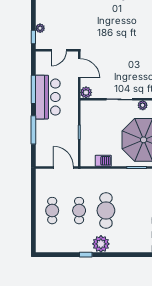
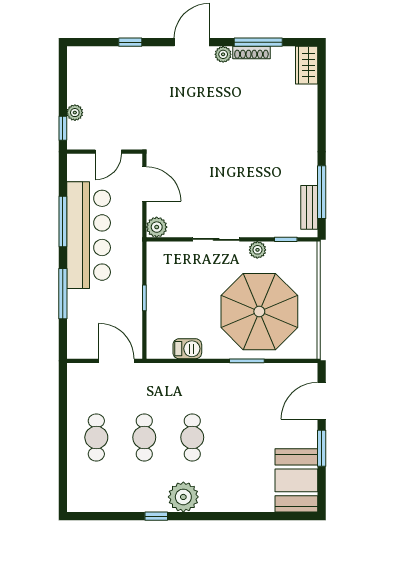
bar counter: (48, 97) -> (89, 235), width x1.36
cafe table: (106, 211) -> (192, 437), width x0.73, depth x0.74

